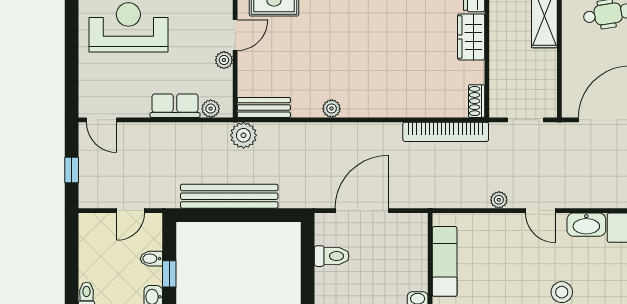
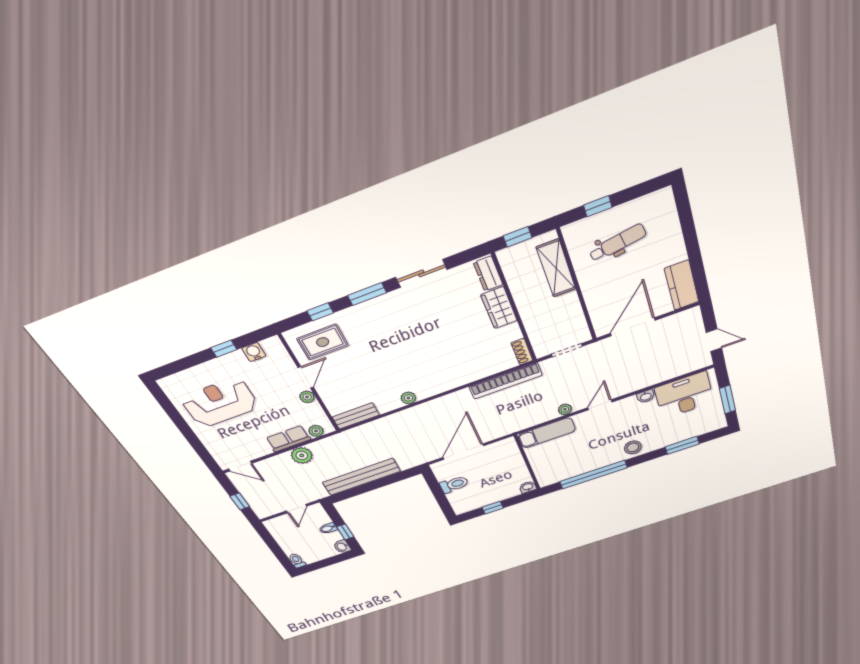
plant: (243, 135) -> (302, 455), moved
door: (540, 211) -> (600, 405), swing flipped
washbasin: (586, 225) -> (646, 396), width x0.52, depth x0.69
exam couch: (445, 261) -> (547, 433), moved, turned 90

